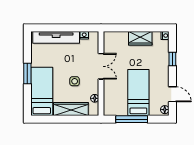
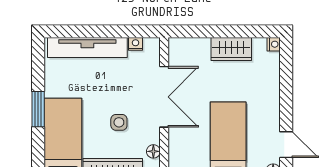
window: (172, 59) -> (286, 84), removed
double door: (101, 66) -> (164, 97), width x1.37

